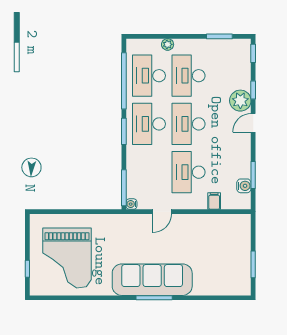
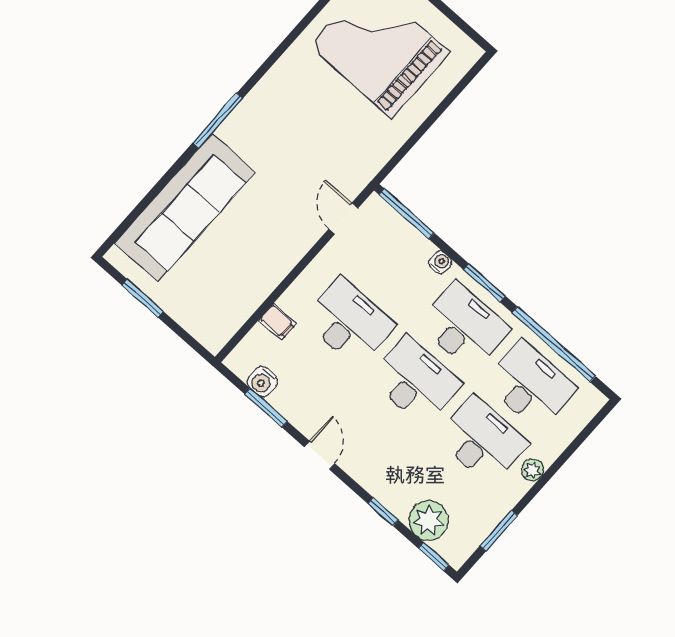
plant: (168, 44) -> (533, 470), moved
plant: (240, 101) -> (429, 520), moved
door: (253, 123) -> (319, 455), moved
water cooler: (131, 204) -> (440, 262), moved
door: (162, 212) -> (343, 219), moved
sofa: (152, 280) -> (185, 208), moved

